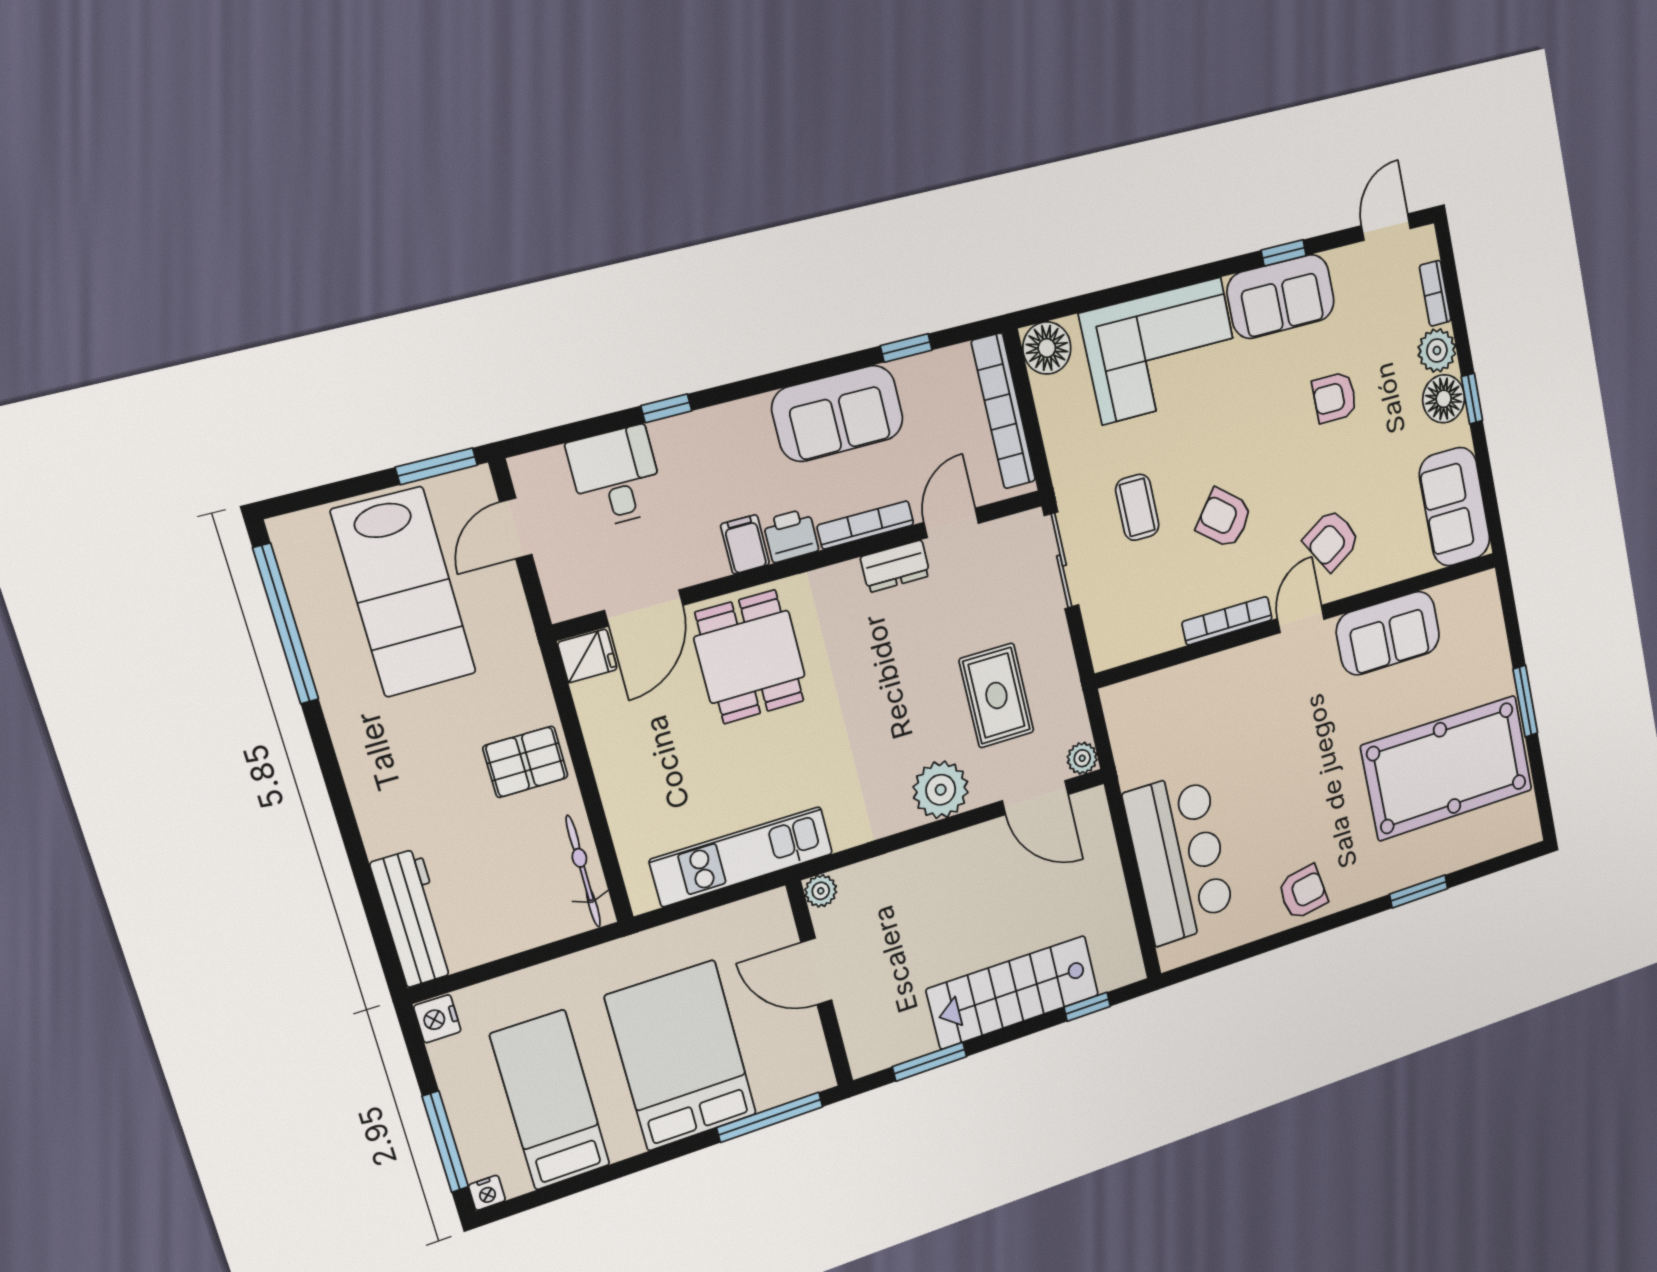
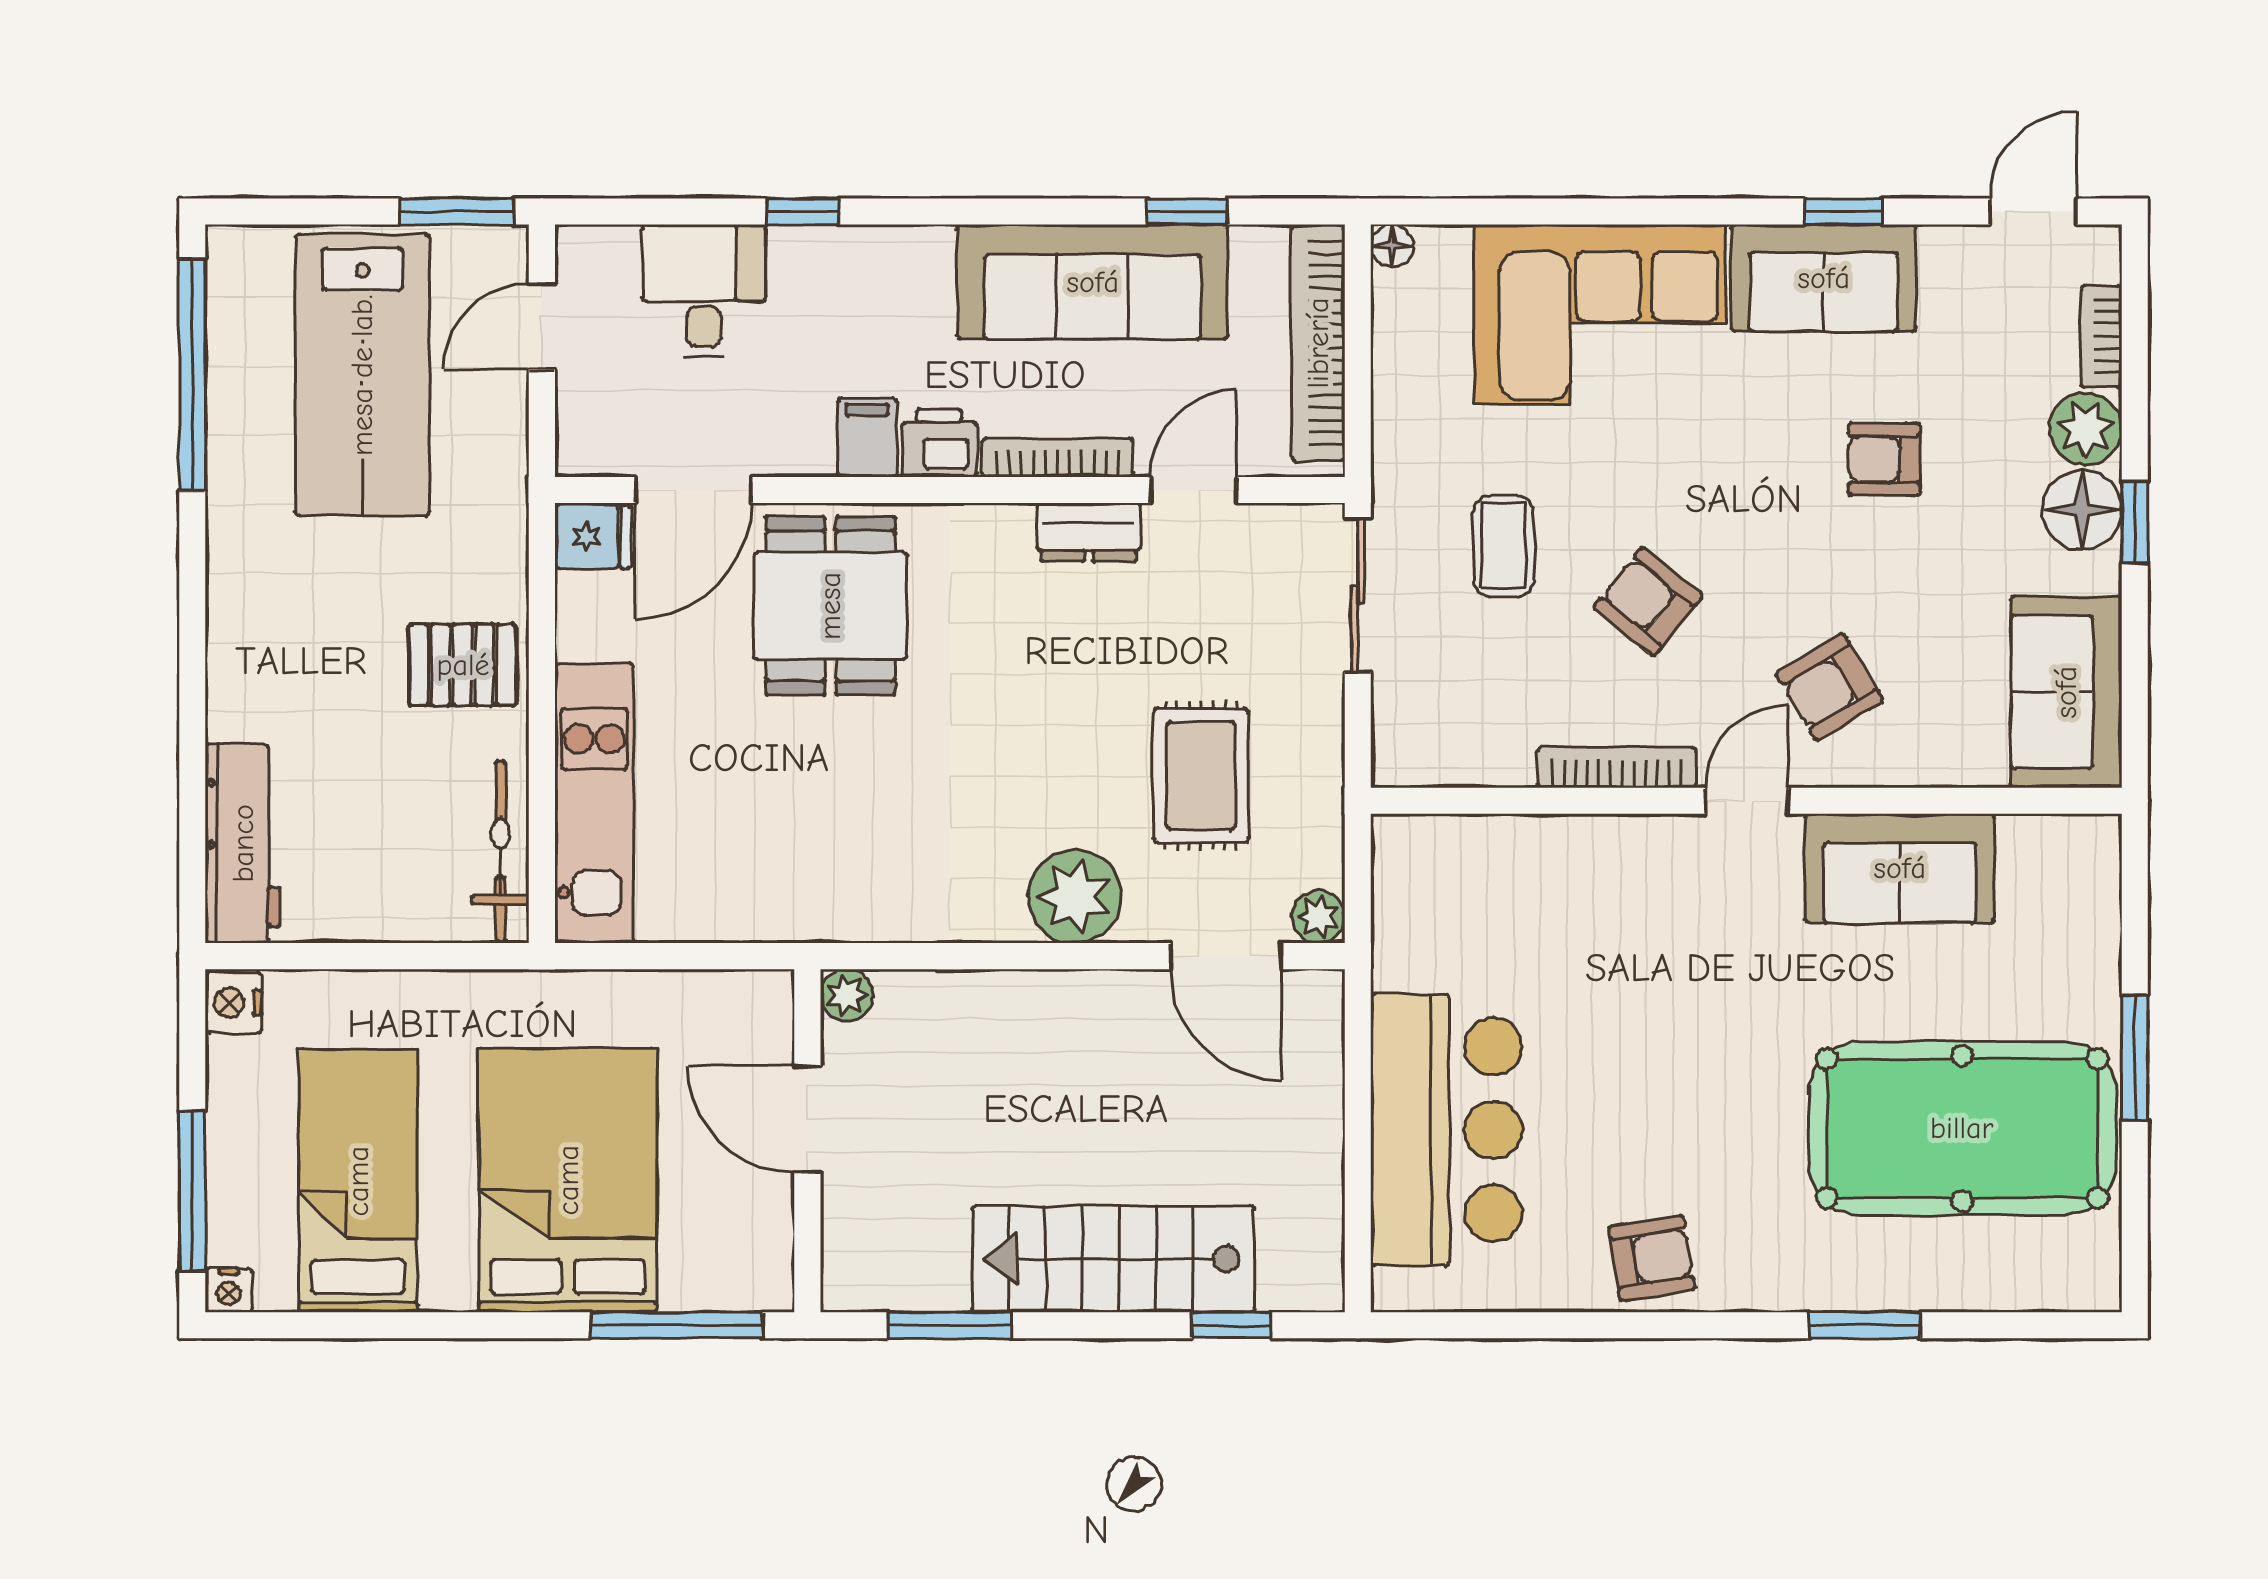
floor lamp: (1047, 348) -> (1392, 246), width x0.53, depth x0.53
sofa: (838, 413) -> (1093, 282), width x1.36
kitchen unit: (742, 857) -> (594, 803), moved, turned 90

